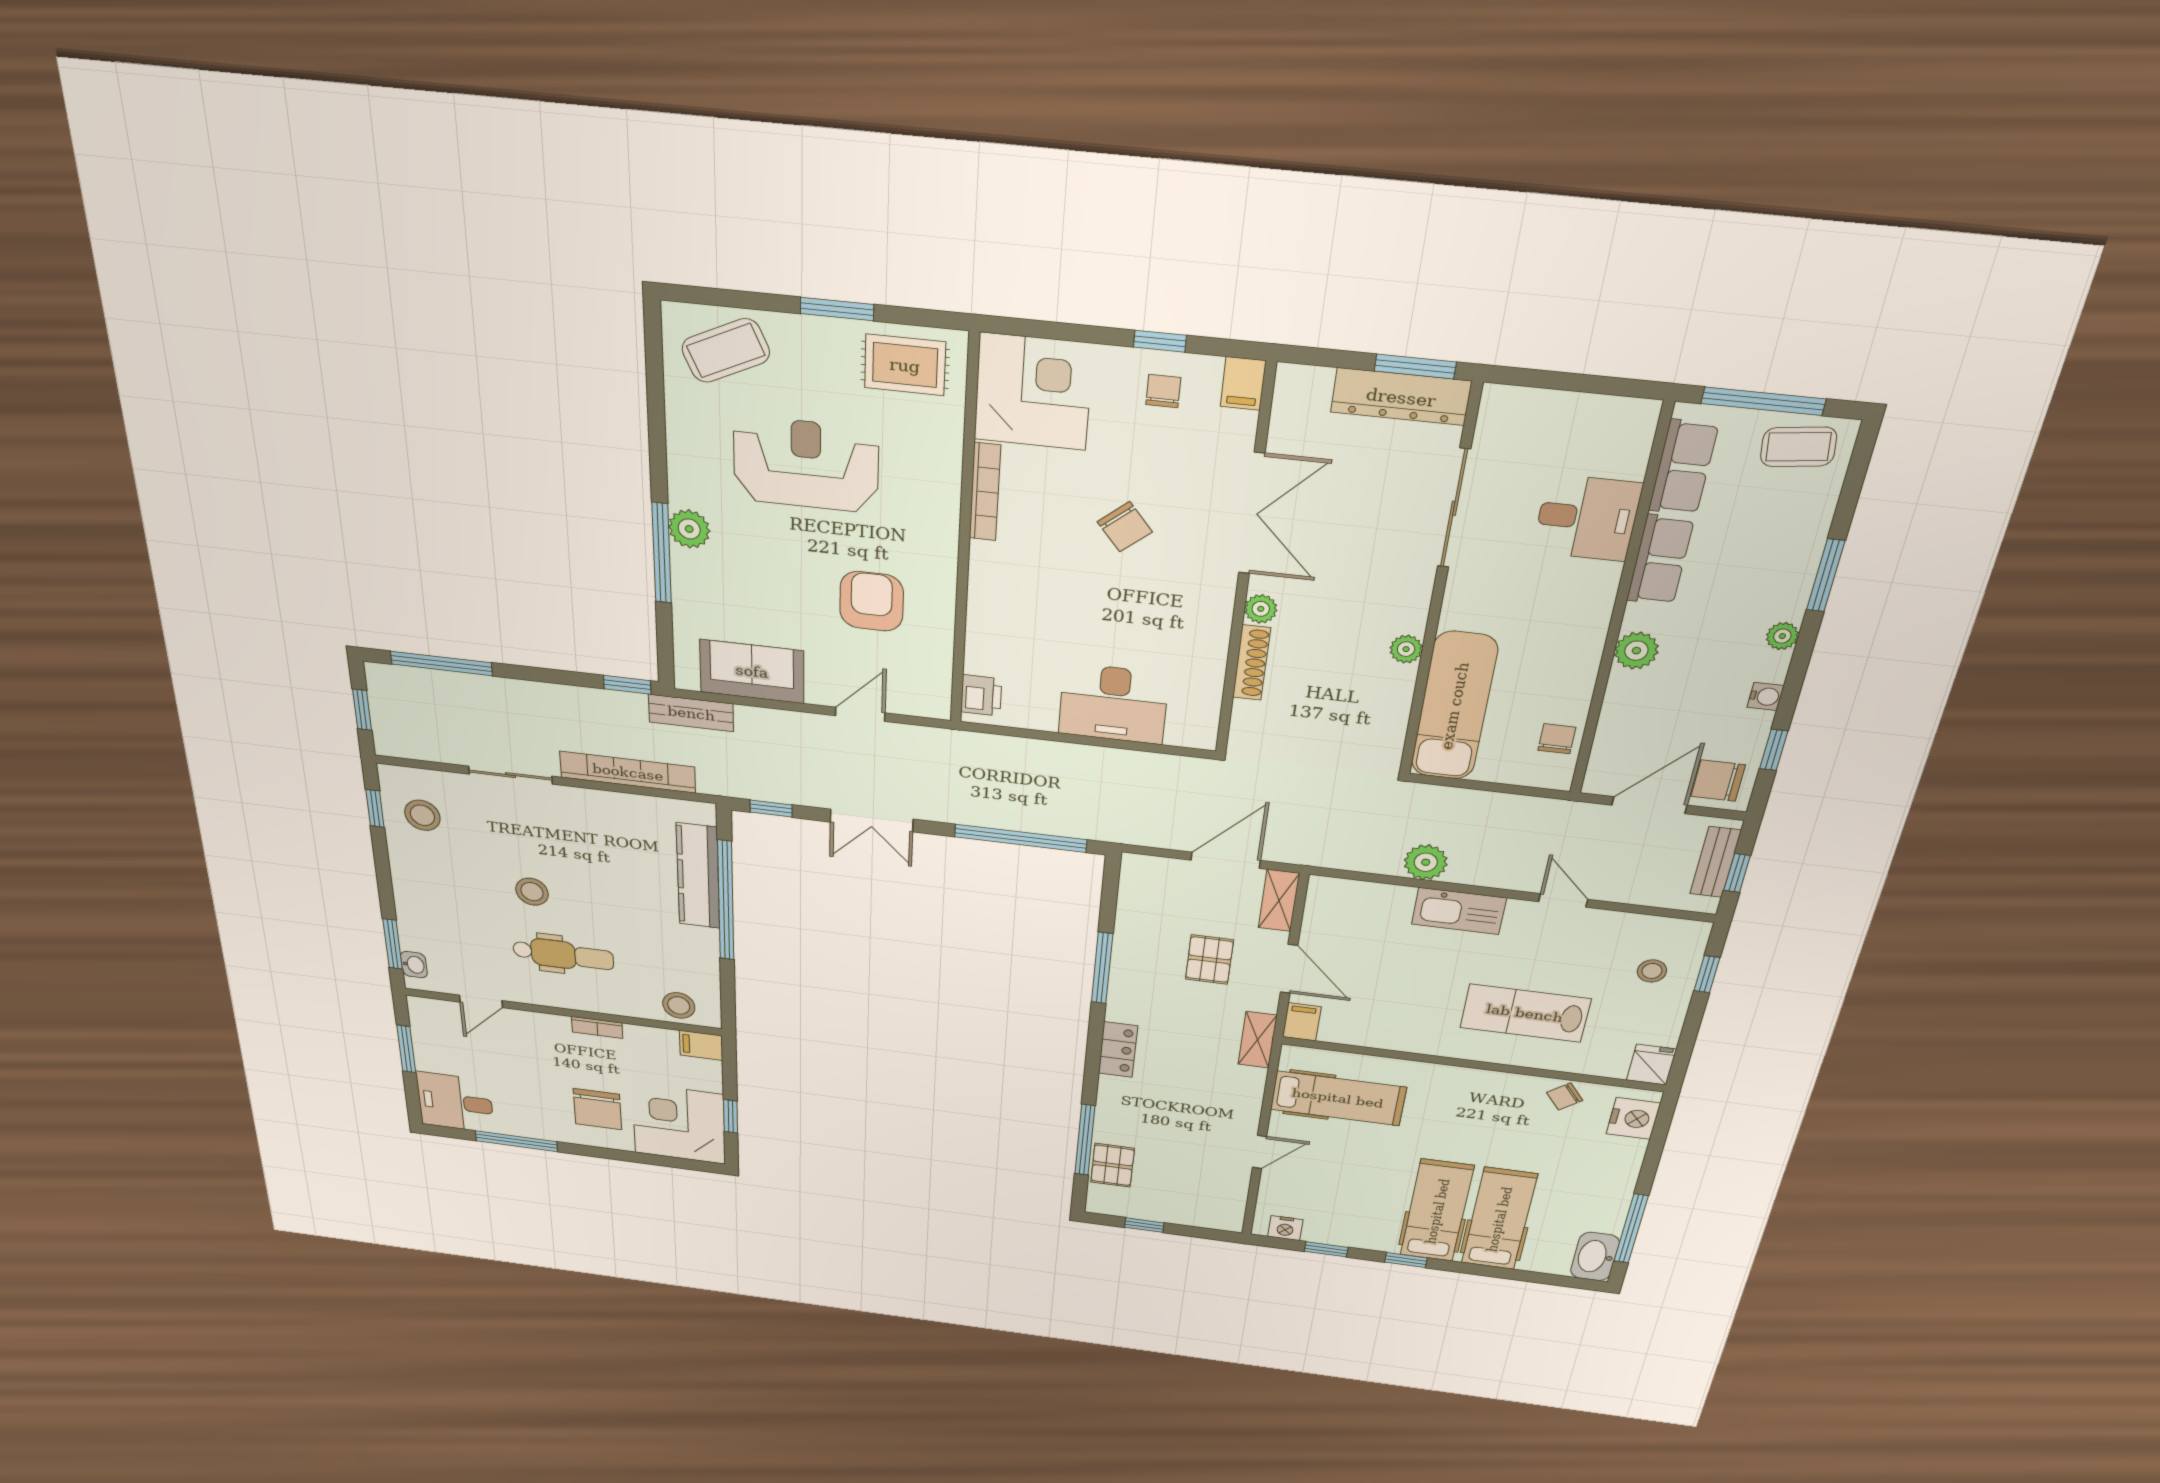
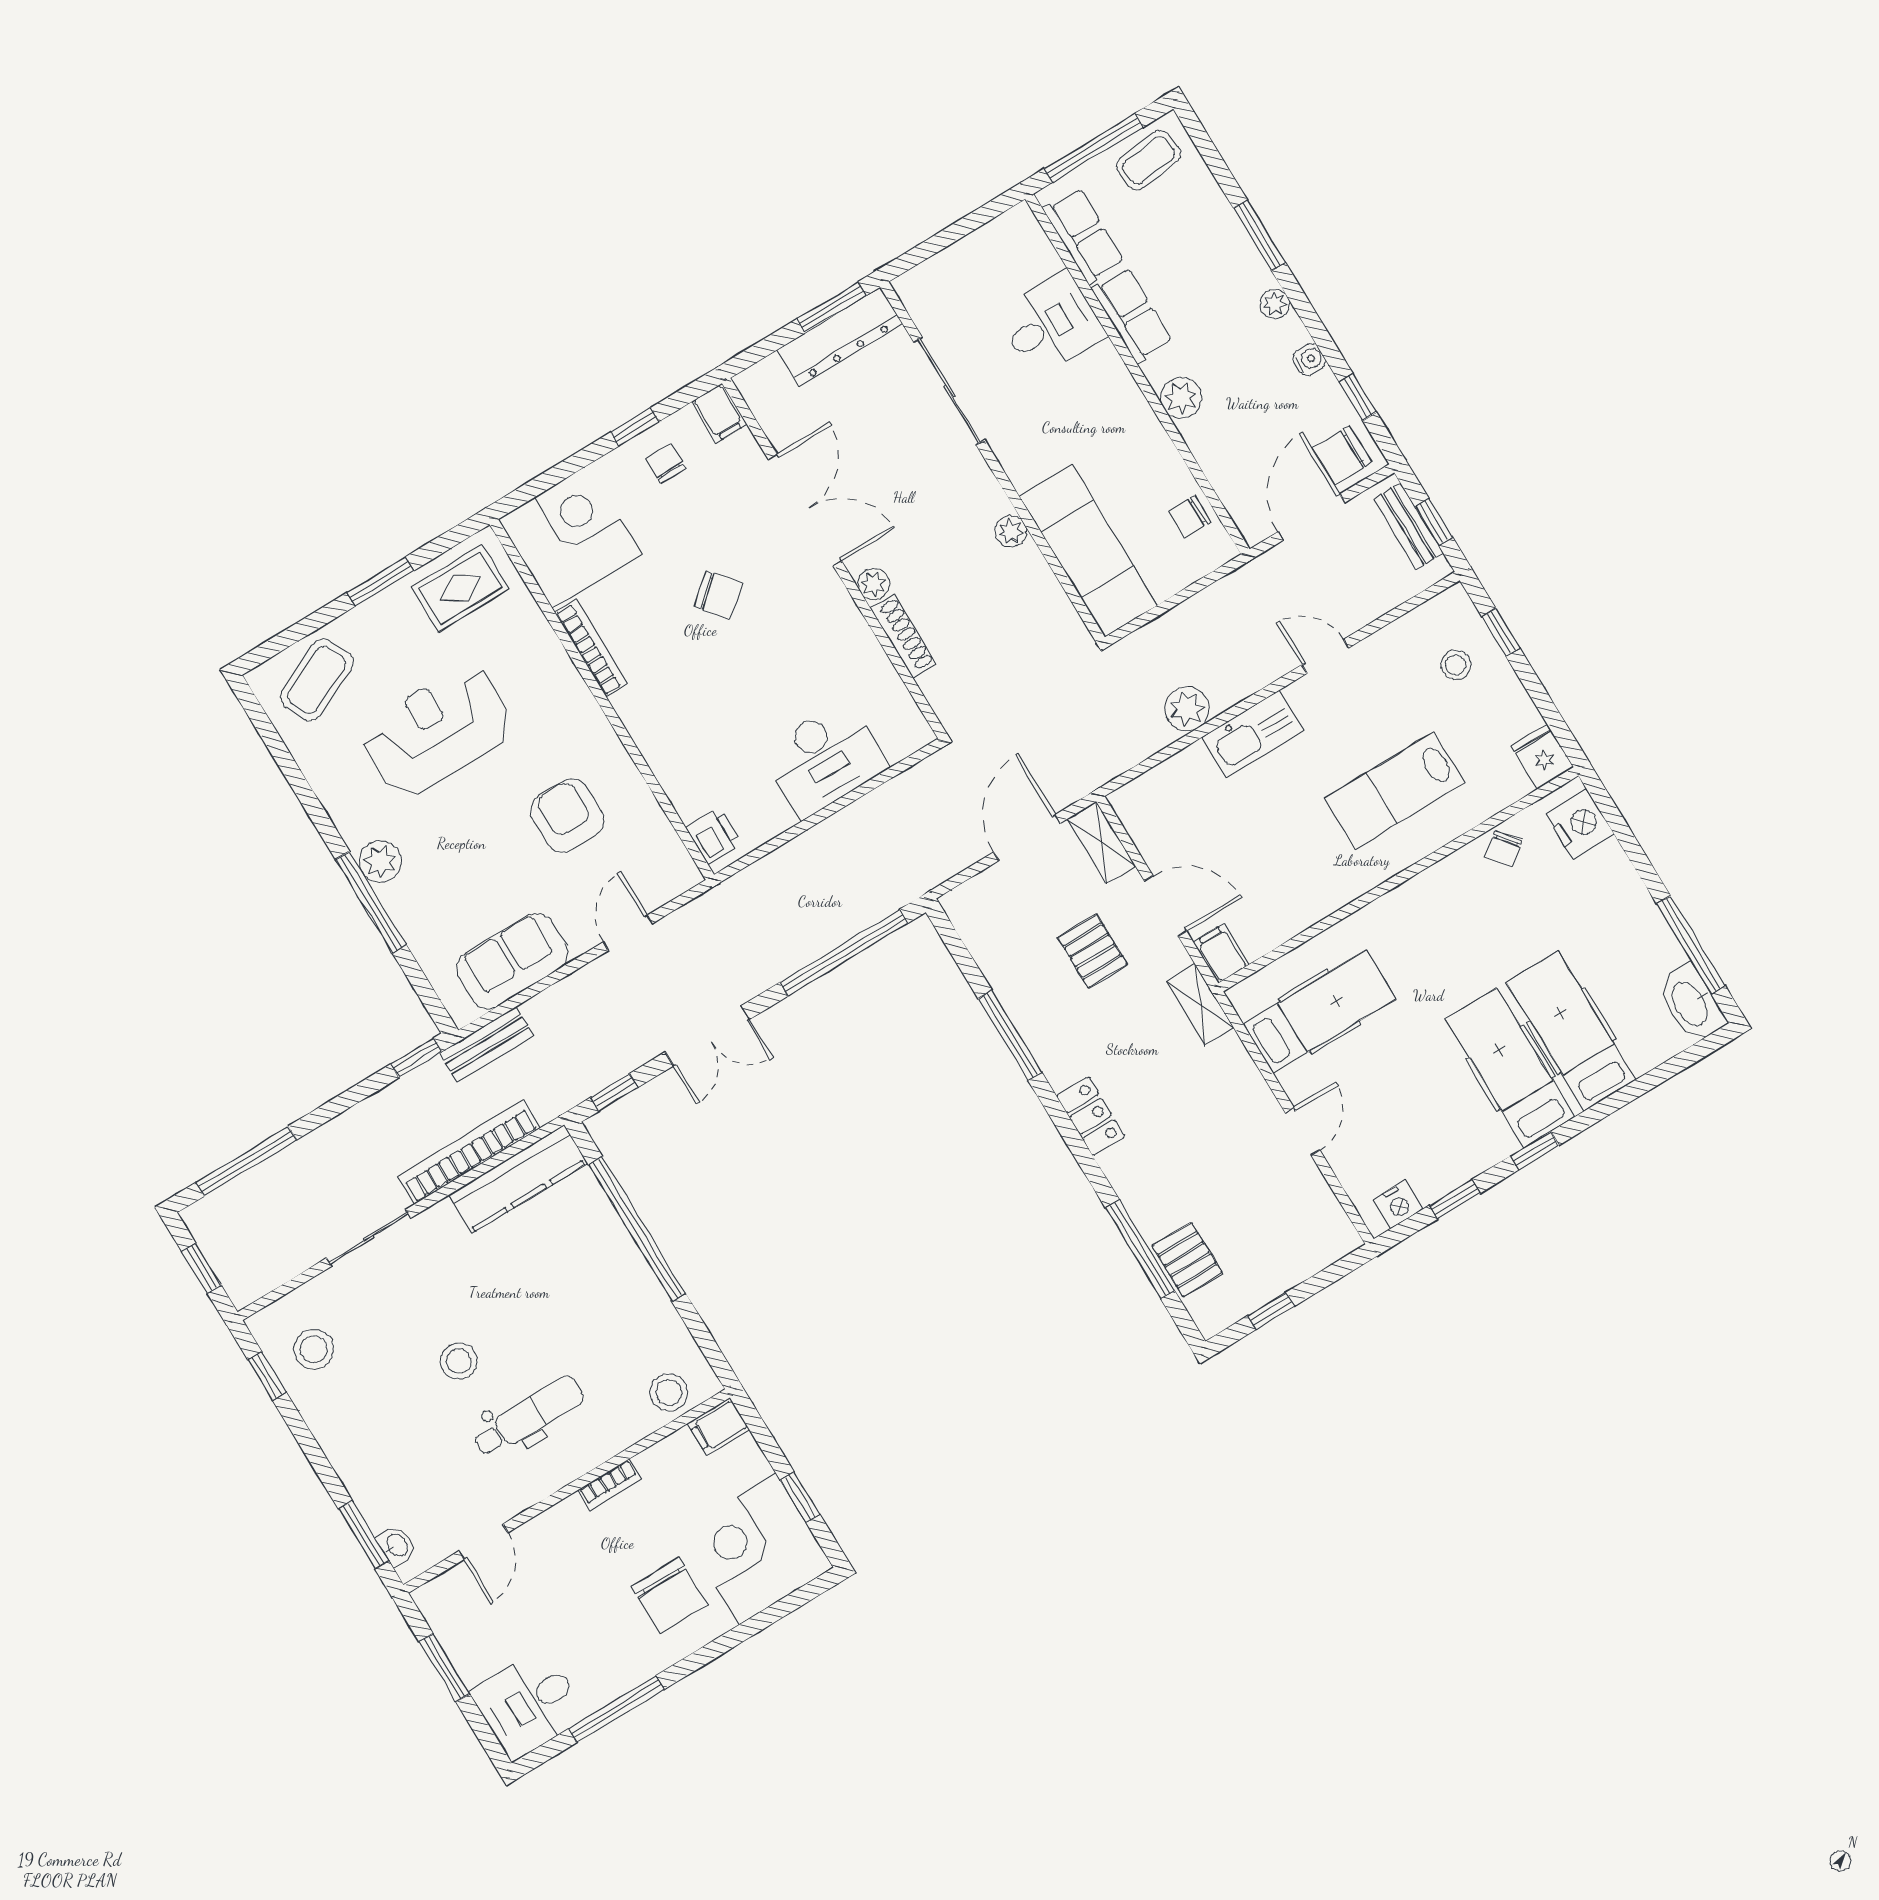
chair: (1557, 739) -> (1190, 517), turned -90
kitchen counter: (698, 876) -> (518, 1179), moved, turned -90

